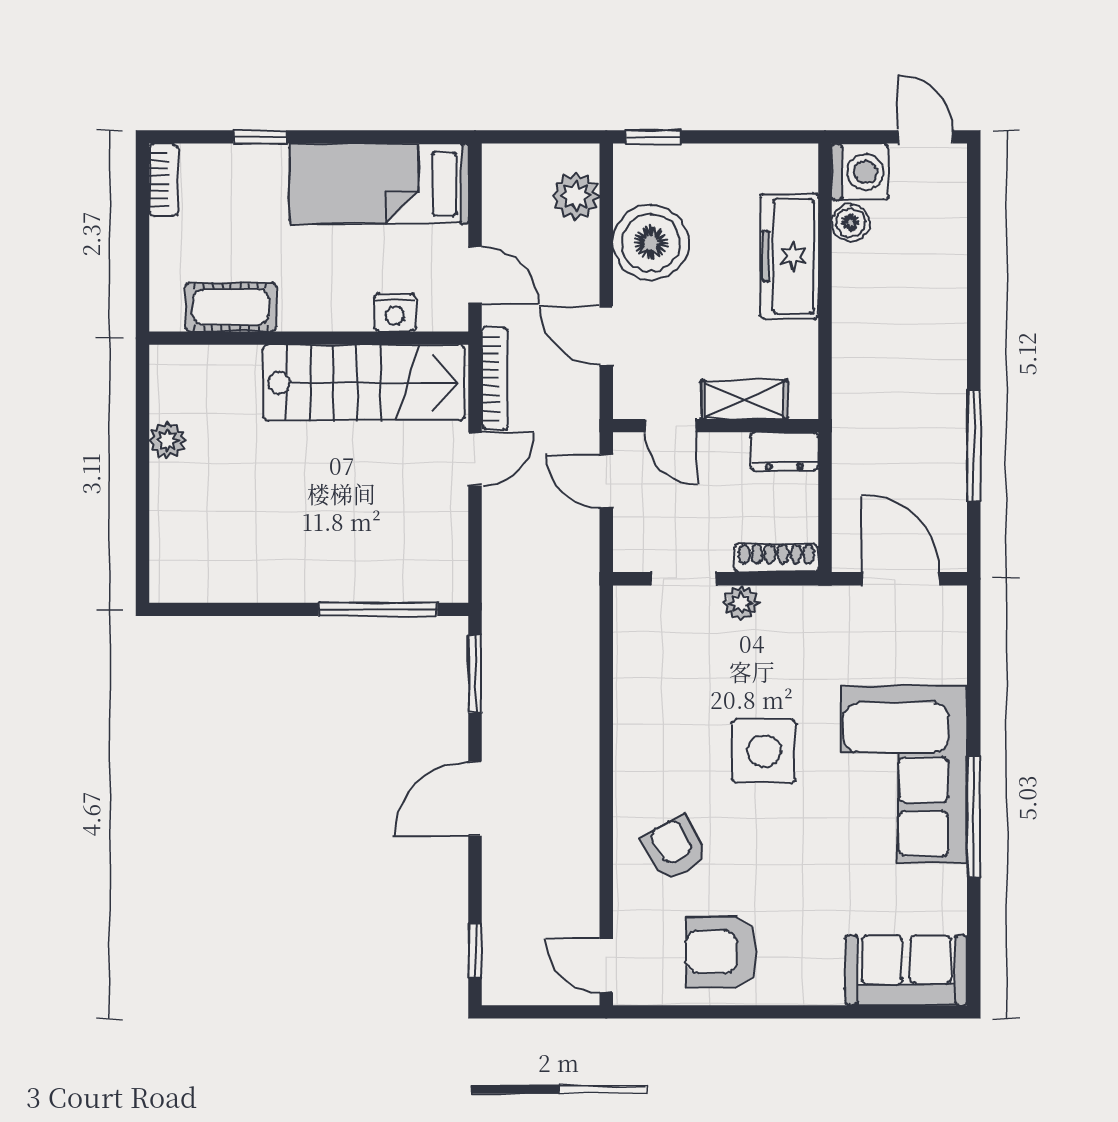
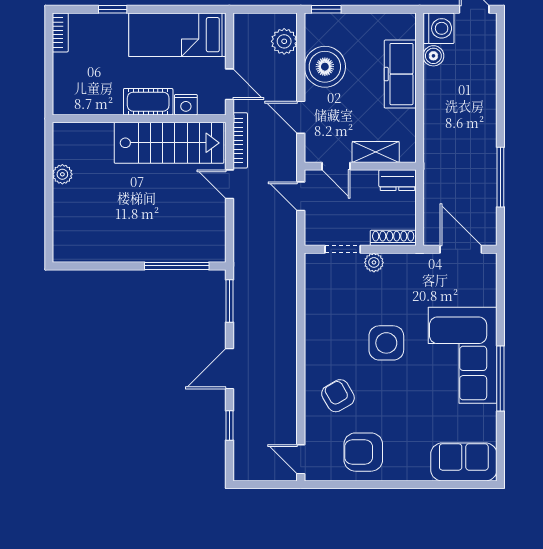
cot: (231, 307) -> (148, 102), moved
door: (475, 459) -> (229, 184), swing flipped
window: (475, 950) -> (229, 426), moved

